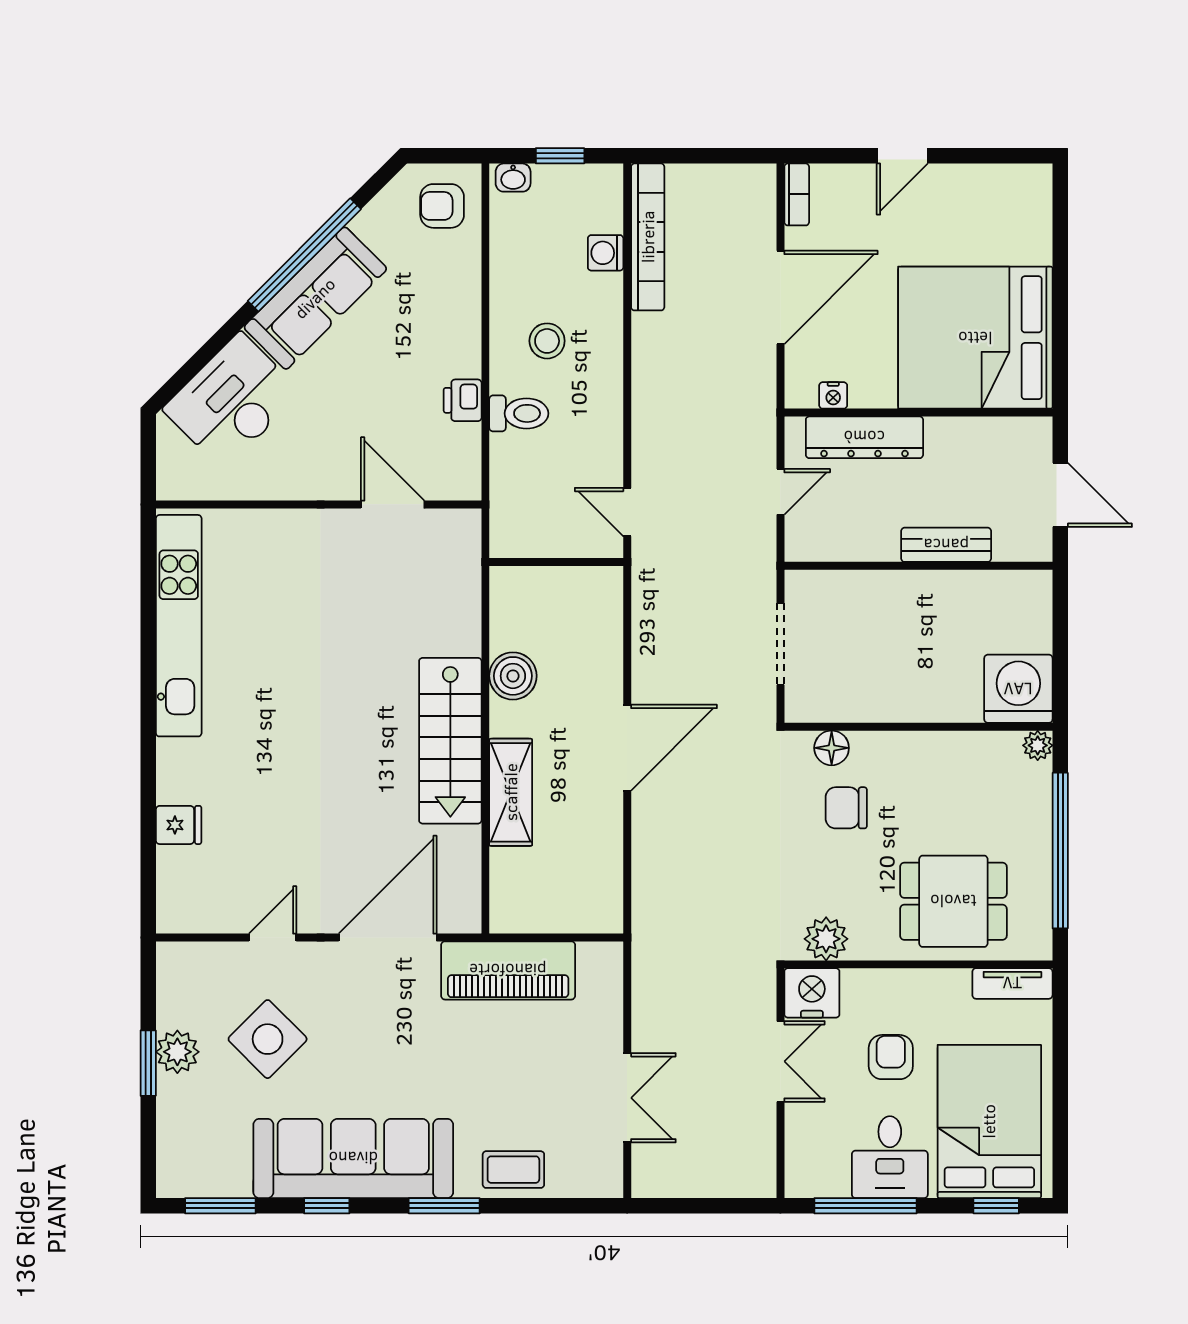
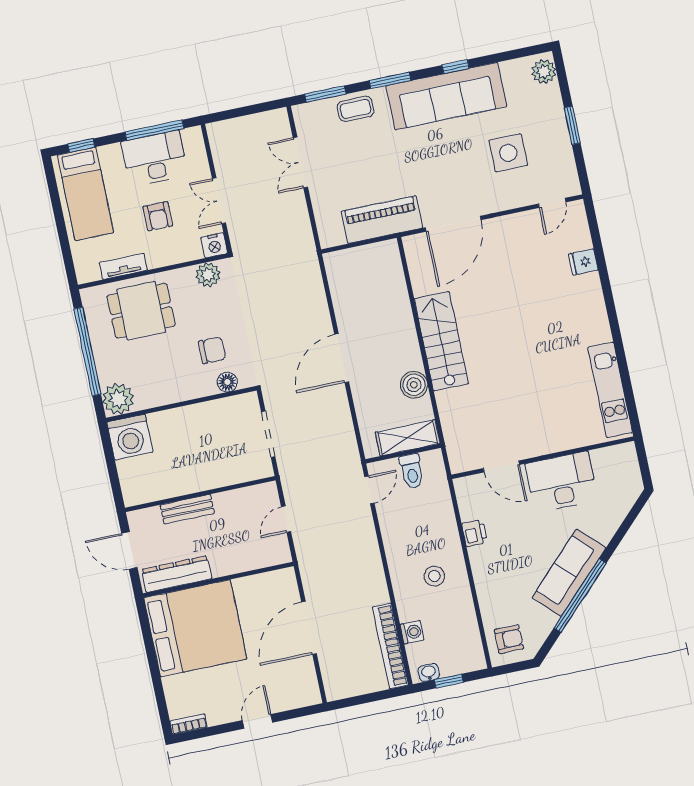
washbasin: (513, 178) -> (429, 673), moved
bookcase: (797, 194) -> (189, 724), moved, turned 90
nightstand: (833, 395) -> (268, 579), removed
desk: (232, 401) -> (561, 482), moved, turned -135
toilet: (519, 413) -> (412, 471), moved, turned -90
dresser: (864, 437) -> (177, 574), moved
door: (627, 512) -> (369, 490), hinge flipped
kitchen unit: (179, 626) -> (610, 390), width x0.73
plant: (1038, 745) -> (118, 399), width x1.88, depth x1.88
shelving: (511, 792) -> (408, 438), moved, turned 90
door: (273, 938) -> (552, 203), moved
tv unit: (1012, 983) -> (123, 266), moved
nightstand: (812, 993) -> (214, 245), width x0.74, depth x0.75
side table: (268, 1039) -> (508, 153), turned 45
plant: (177, 1052) -> (544, 72), moved
bed: (989, 1121) -> (85, 194), width x0.67
desk: (890, 1157) -> (154, 158), width x1.37
window: (220, 1206) -> (325, 94), moved

